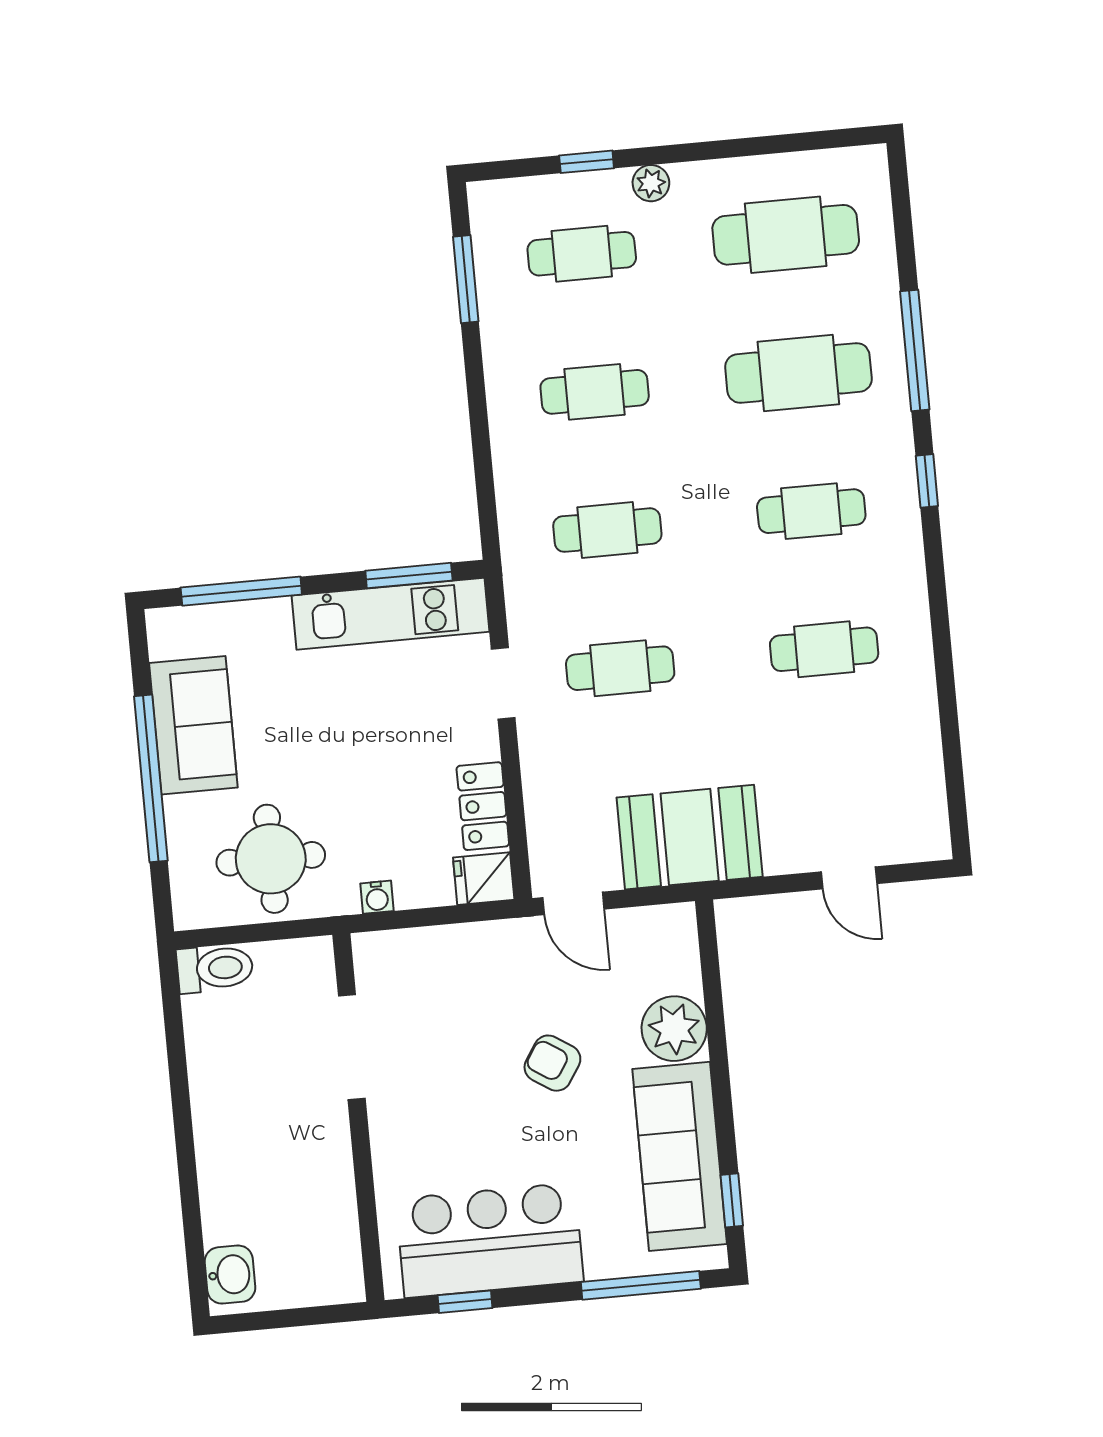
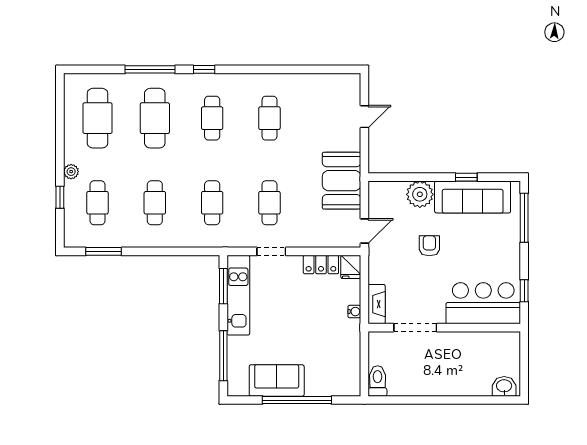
round table: (271, 859) -> (335, 354), removed
fireplace: (400, 949) -> (377, 304), added
armchair: (552, 1063) -> (429, 246), turned 147
window: (732, 1200) -> (466, 177), moved
bar counter: (490, 1240) -> (483, 303), moved, turned 90

